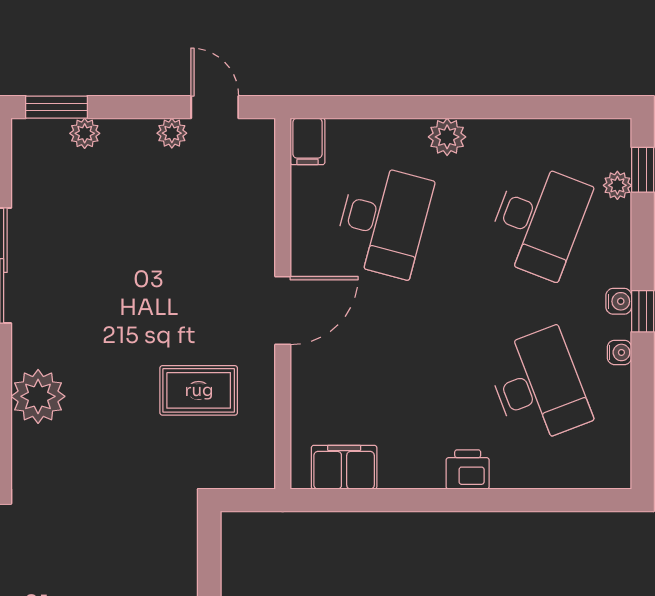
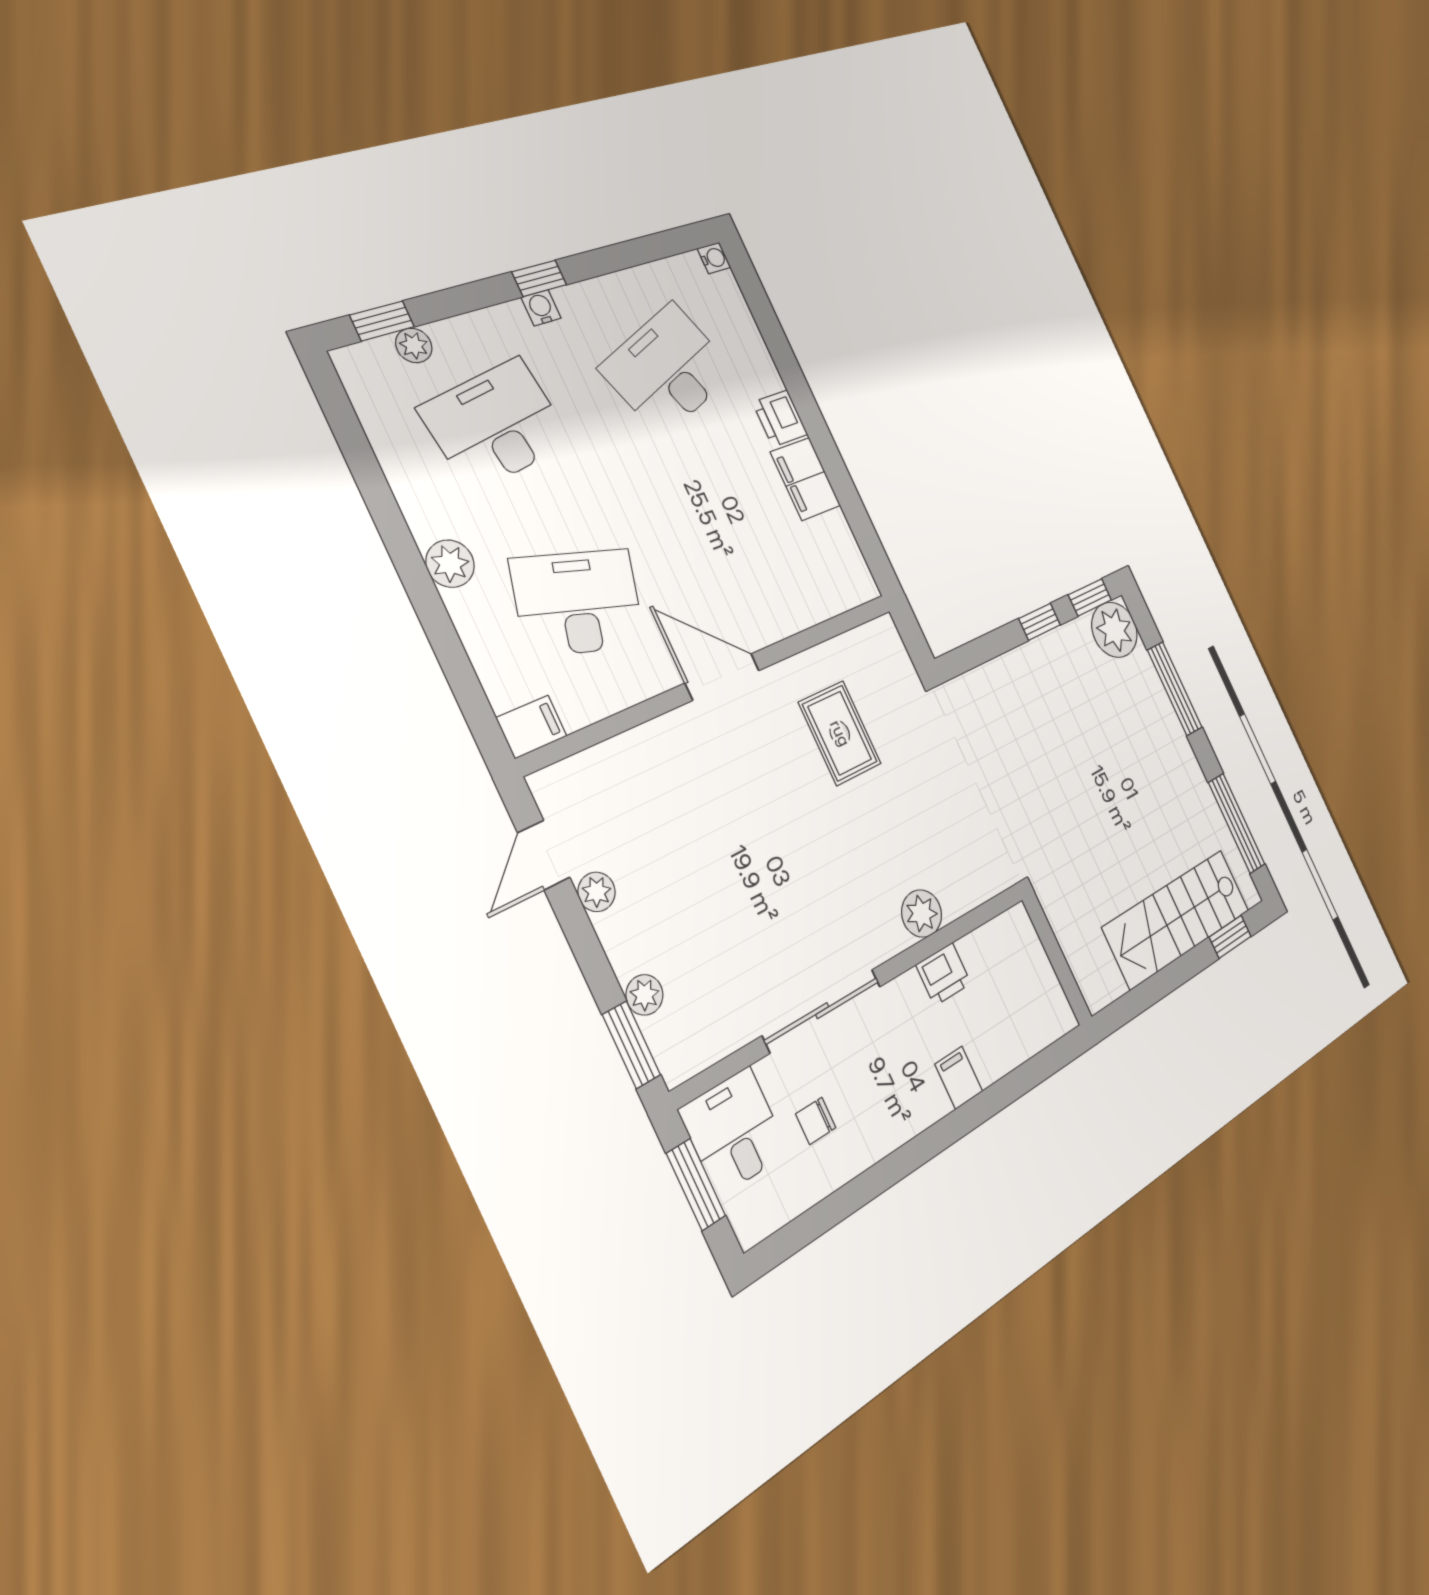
desk: (538, 221) -> (496, 425), turned -30
water cooler: (619, 352) -> (714, 258), moved, turned 90
plant: (38, 396) -> (922, 914), width x0.73, depth x0.73
filing cabinet: (344, 467) -> (806, 479), moved

